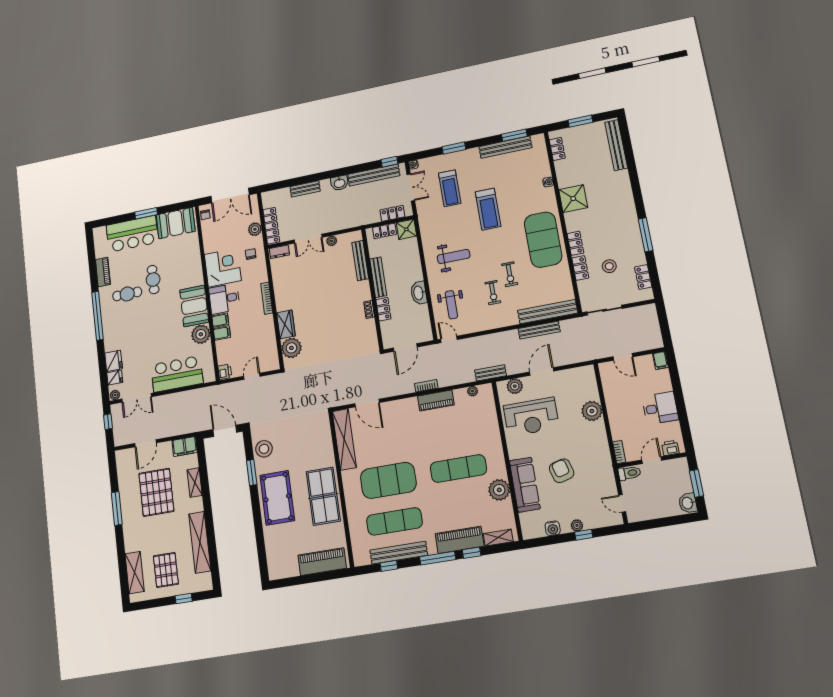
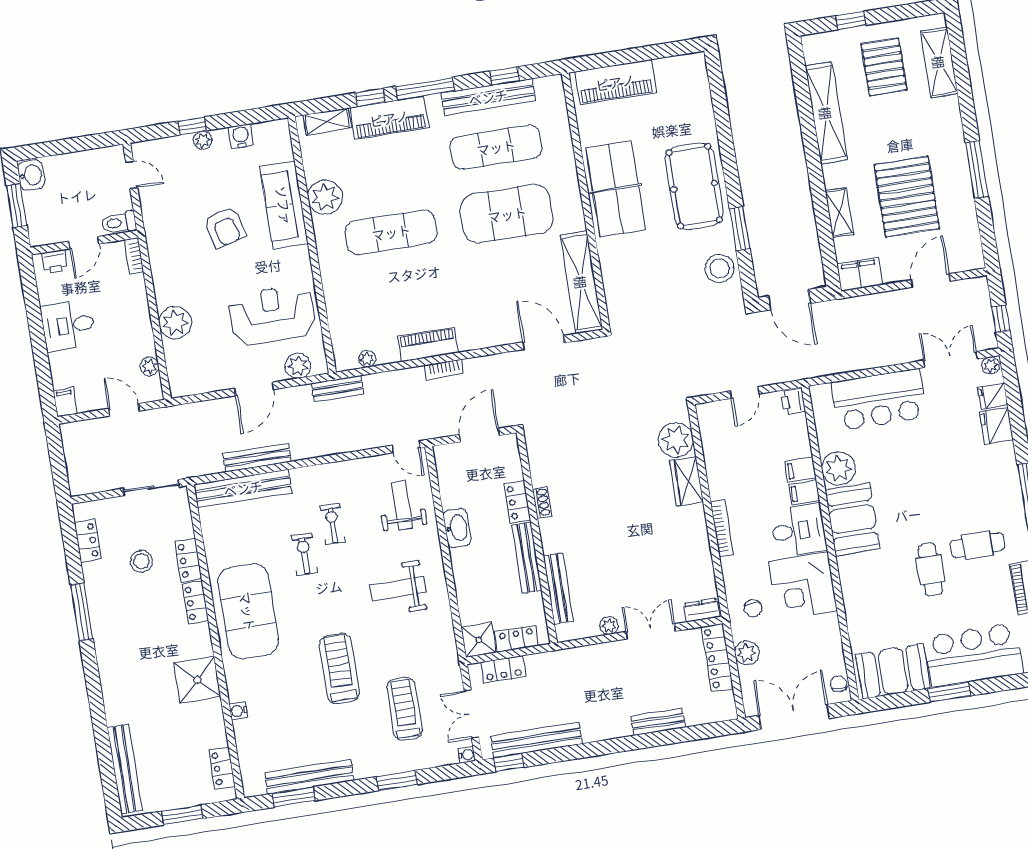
washbasin: (339, 183) -> (597, 729), removed
plant: (607, 384) -> (149, 366), added

